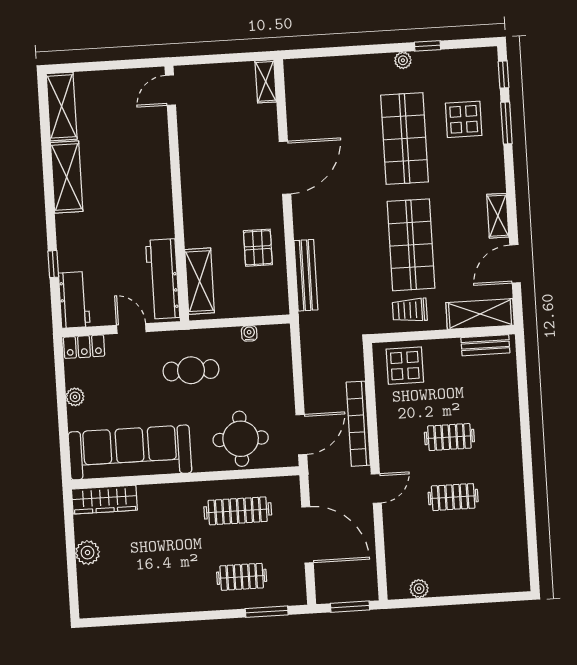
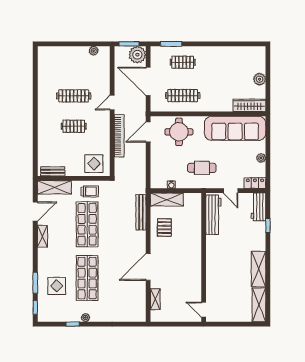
shelving: (266, 81) -> (155, 299), moved
door: (170, 90) -> (204, 310), swing flipped
shelving: (200, 281) -> (167, 200), moved, turned 90
clothes rail: (453, 497) -> (74, 96), width x1.36
plant: (332, 586) -> (137, 55), added

